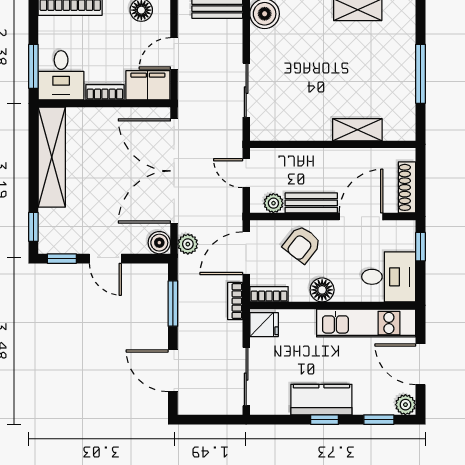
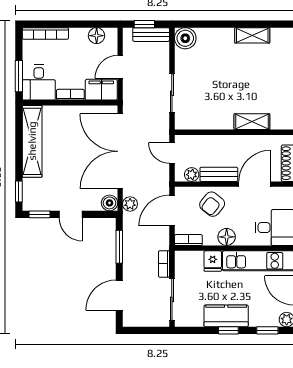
bookcase: (235, 301) -> (164, 264), moved
fridge: (264, 325) -> (213, 261), moved, turned 90
door: (173, 371) -> (119, 295), hinge flipped

